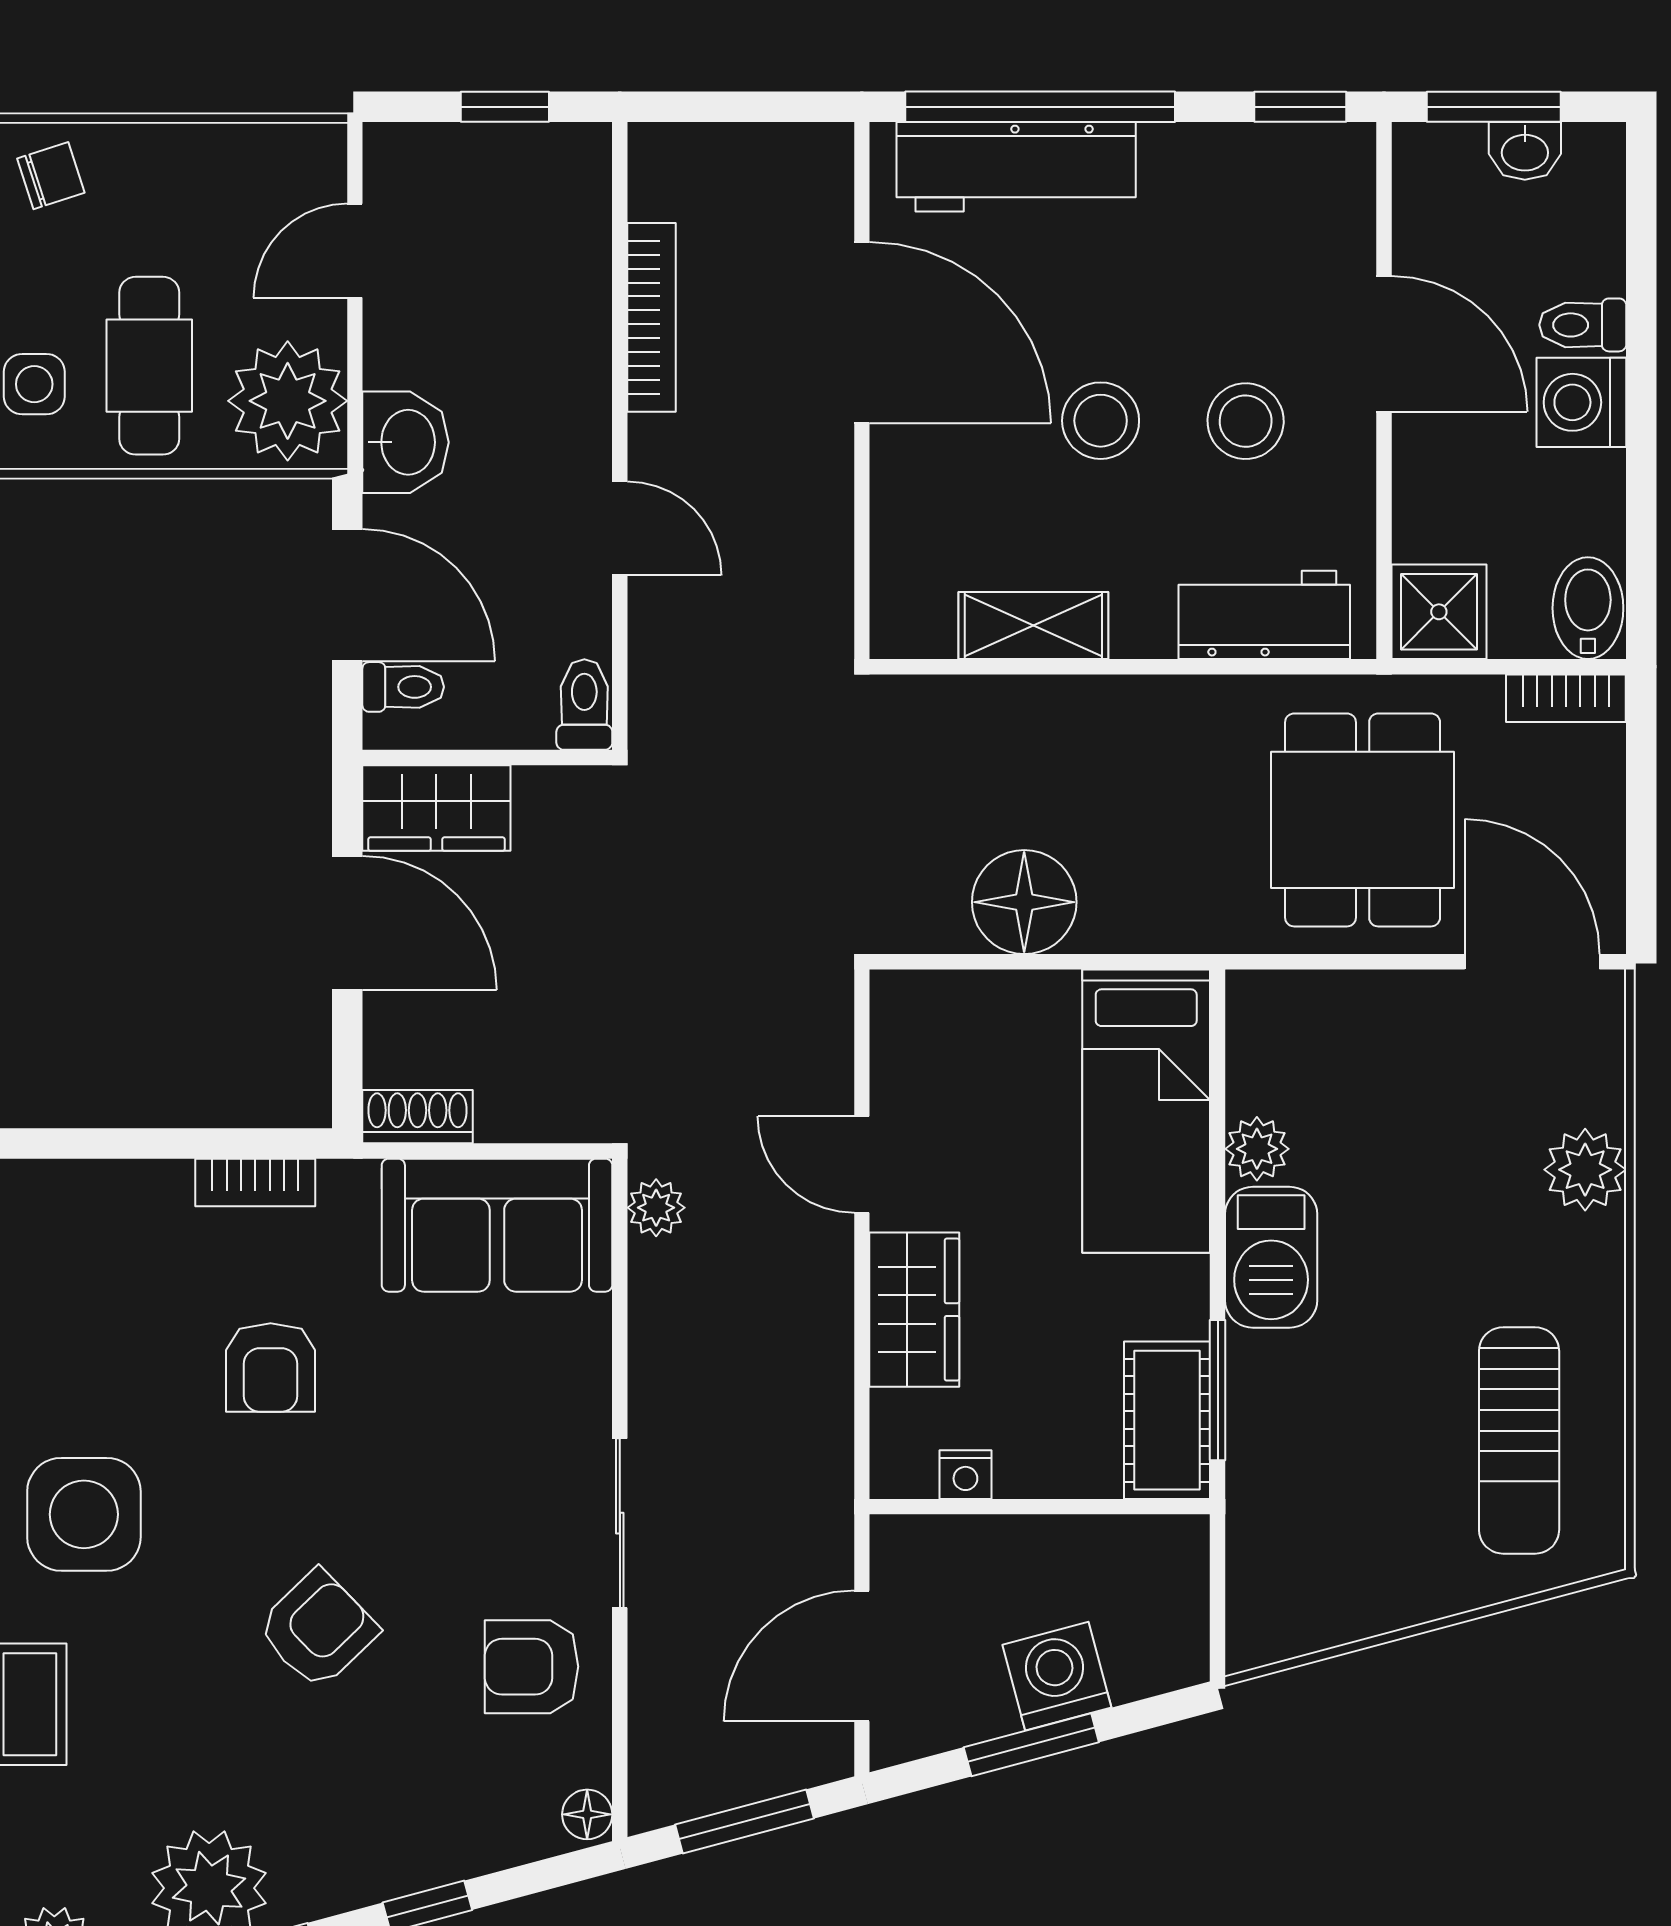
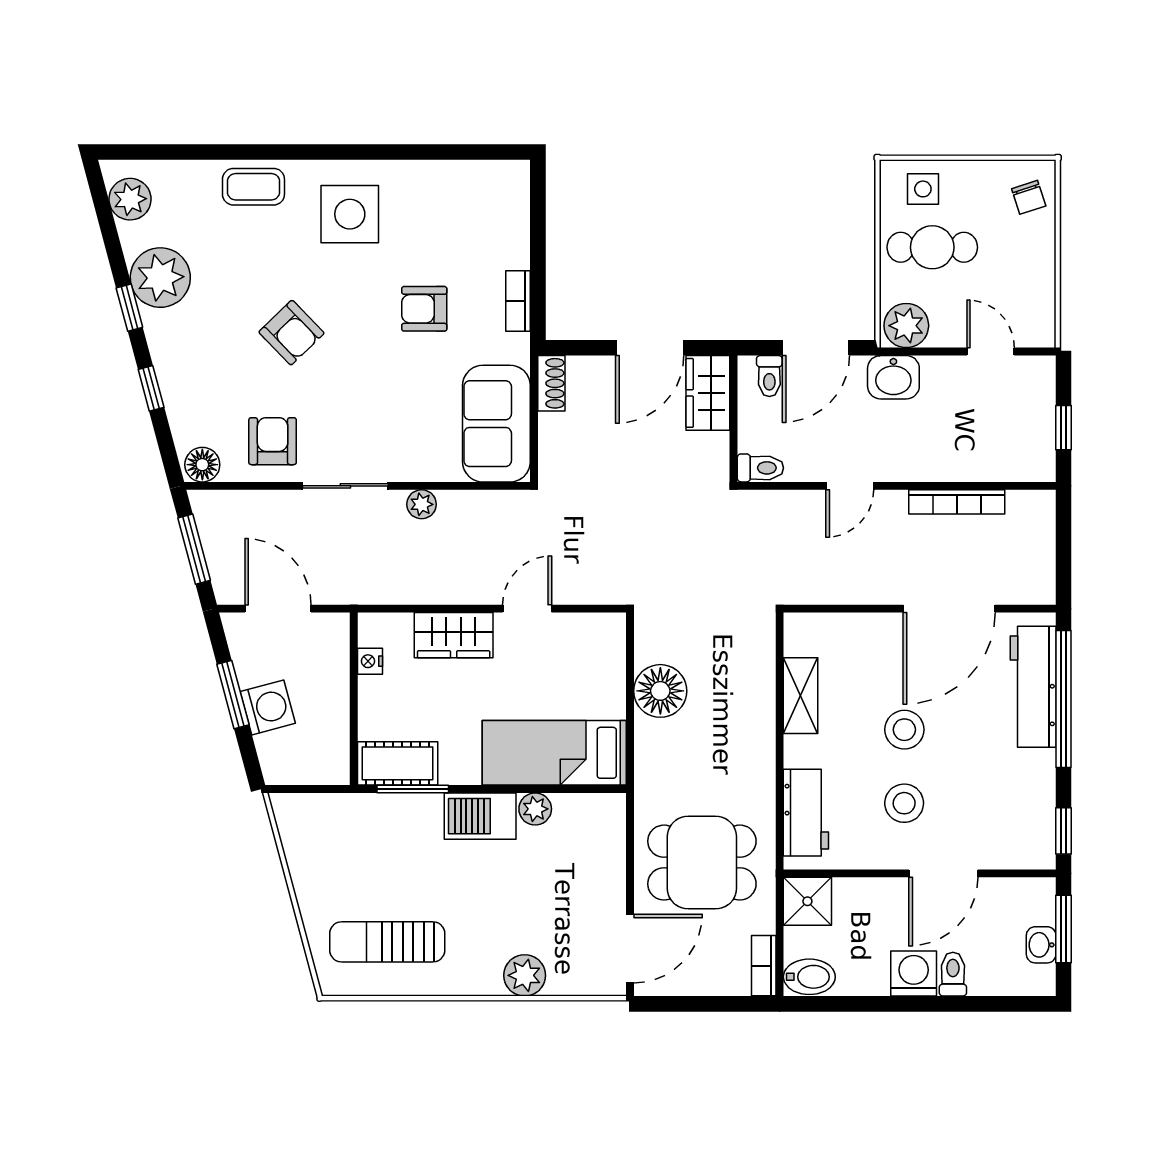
plant: (288, 401) -> (906, 326), width x0.73, depth x0.73
plant: (656, 1208) -> (422, 504), moved
floor lamp: (587, 1814) -> (202, 465), width x1.37, depth x1.37

